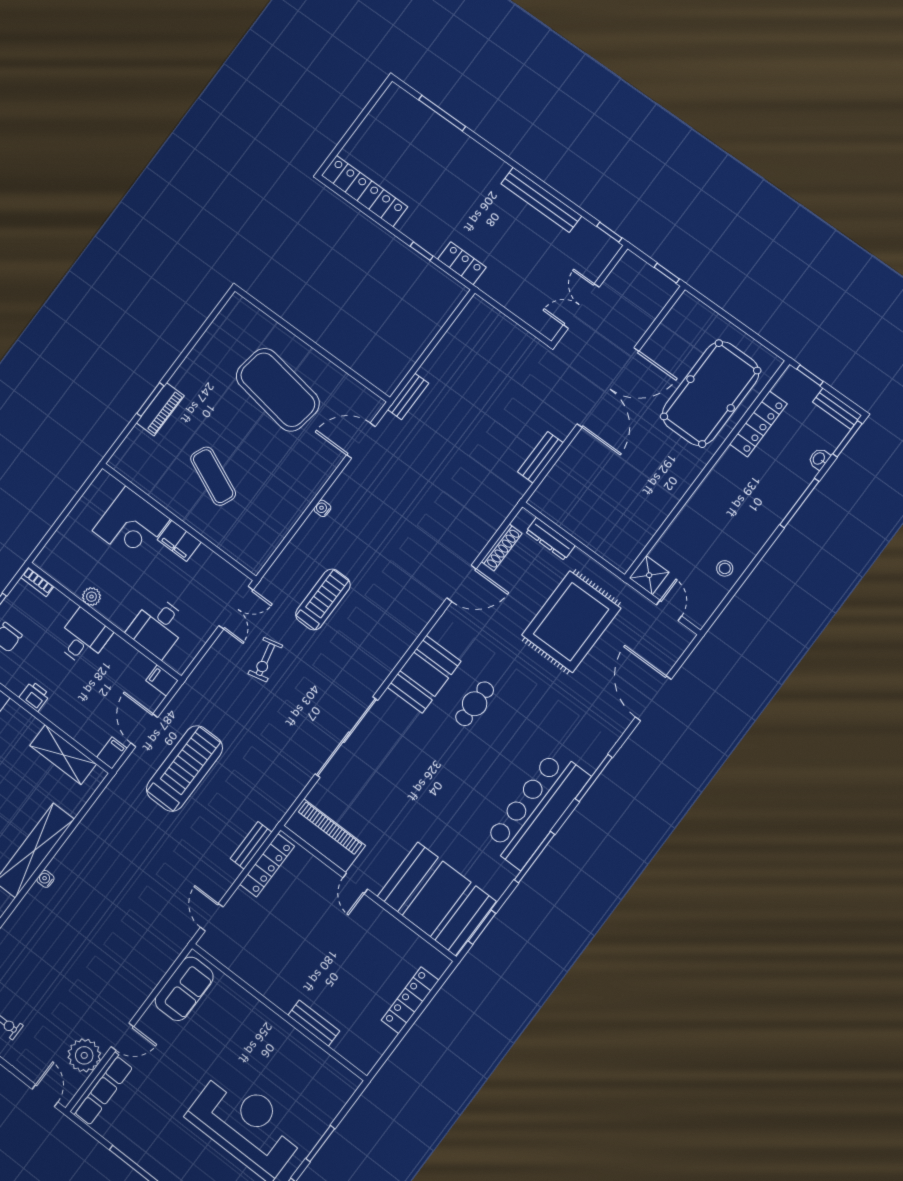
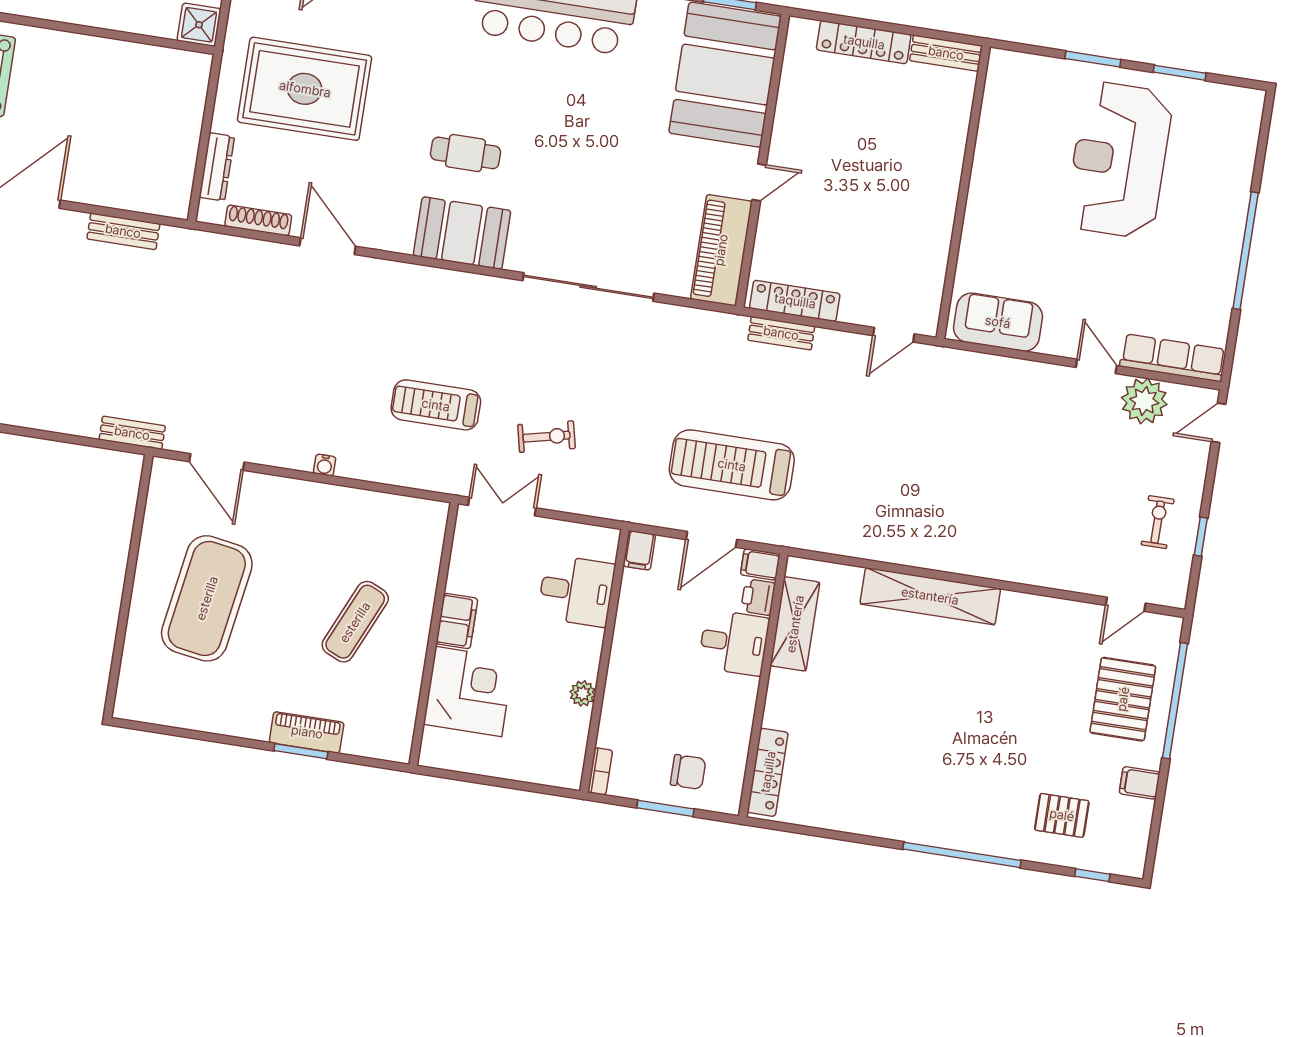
desk: (83, 638) -> (734, 643), moved, turned 180
printer: (34, 696) -> (758, 597), moved
water cooler: (45, 879) -> (957, 564), removed
bench: (314, 1023) -> (946, 53), moved, turned 90

